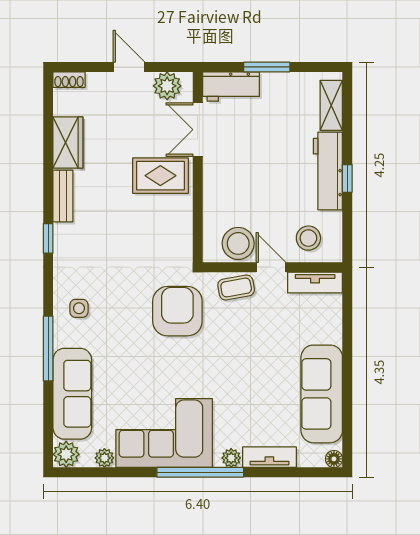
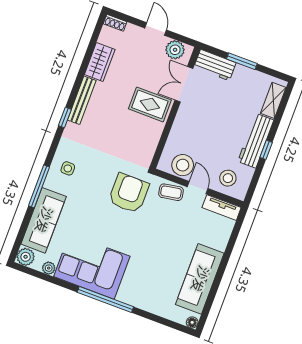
bench: (63, 196) -> (82, 100), width x1.36
tv unit: (269, 457) -> (152, 306), removed
plant: (231, 458) -> (128, 298), removed

